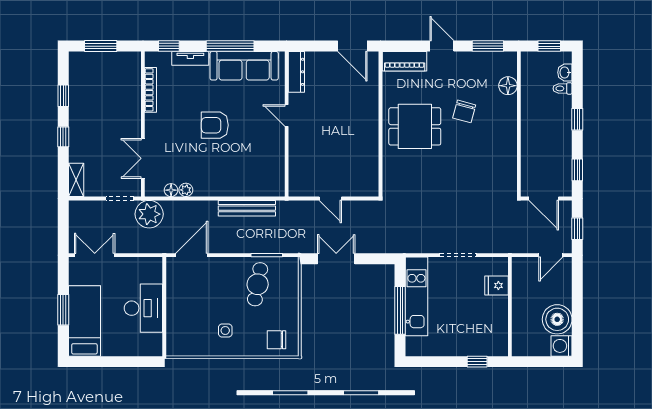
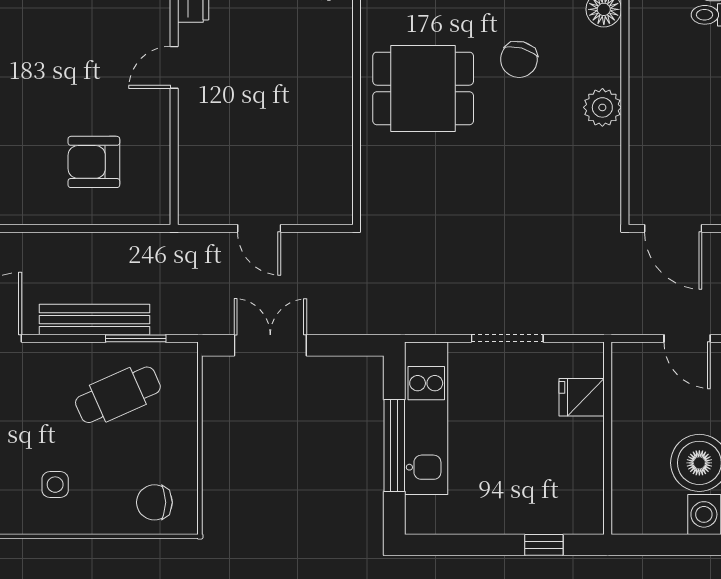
door: (287, 116) -> (174, 67), hinge flipped
armchair: (215, 125) -> (94, 162), moved
plant: (507, 136) -> (602, 107), added
bench: (247, 208) -> (95, 320), moved
door: (551, 255) -> (687, 338), hinge flipped
cafe table: (258, 284) -> (118, 395), turned 56

